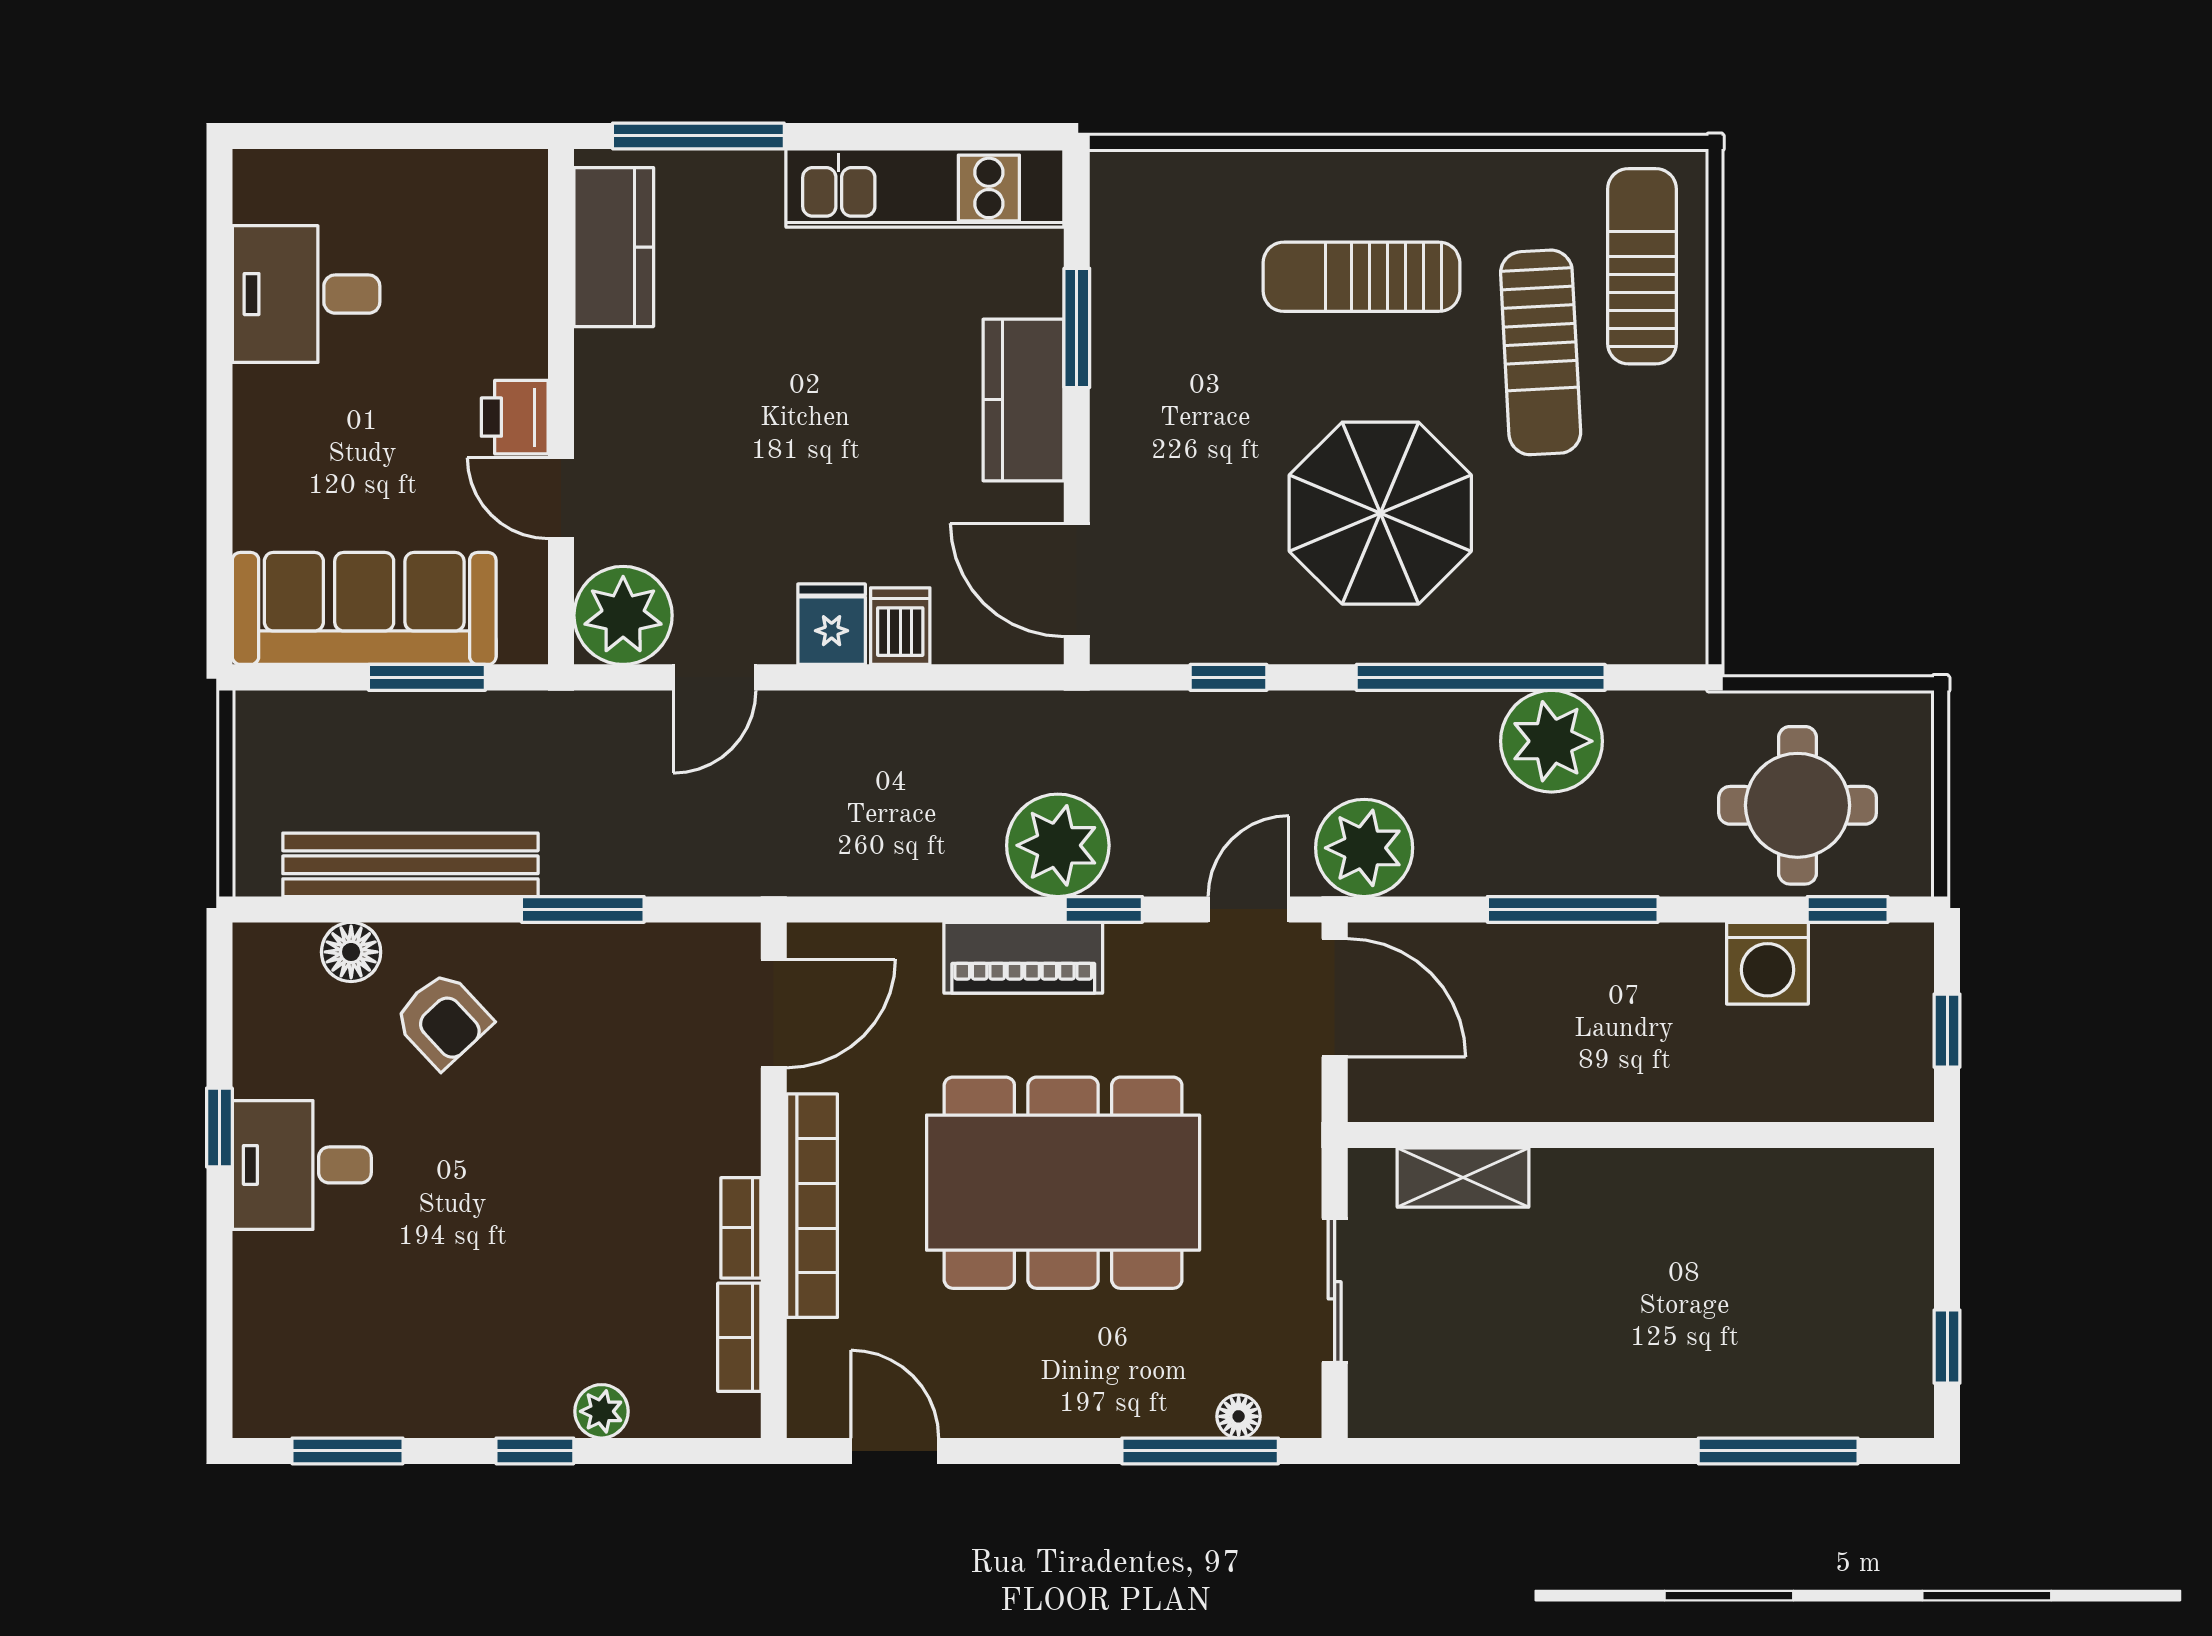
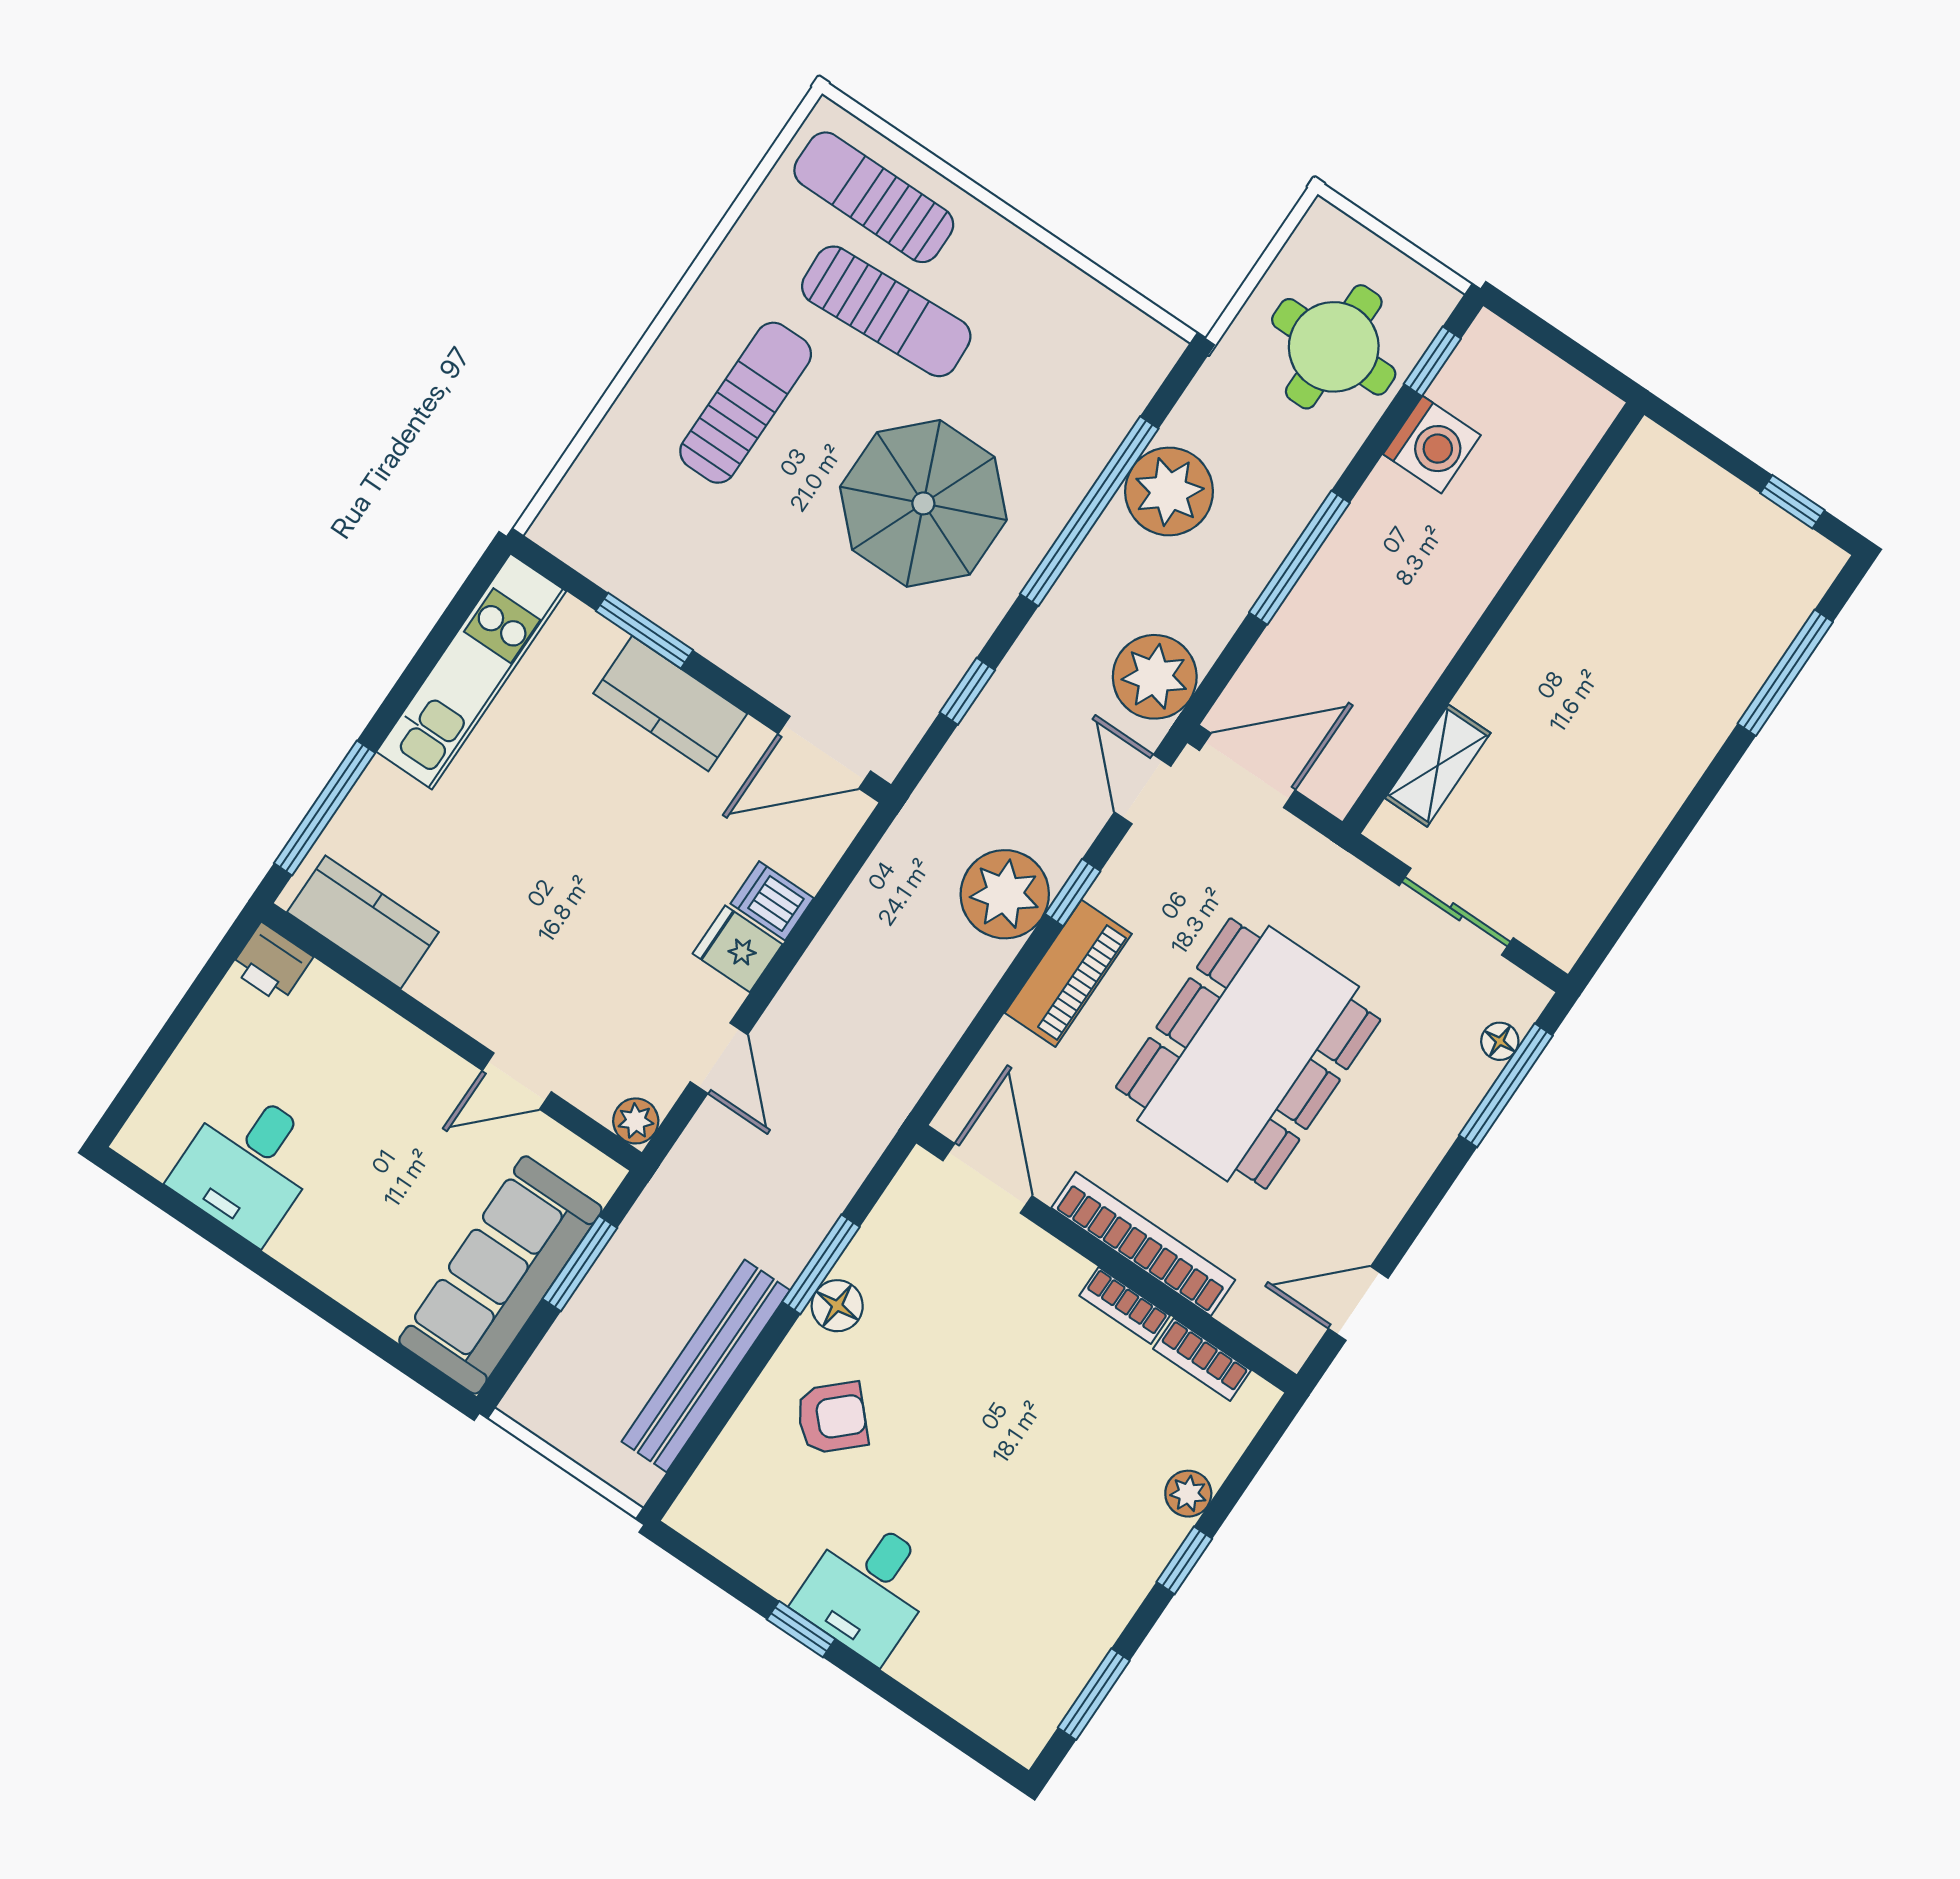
sun lounger: (1361, 277) -> (746, 403), turned 180
printer: (515, 417) -> (271, 963), moved
plant: (623, 615) -> (636, 1121), width x0.53, depth x0.53
floor lamp: (351, 952) -> (837, 1306), moved
window: (1947, 1031) -> (1567, 349), removed

